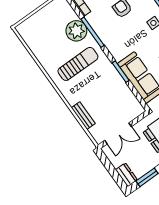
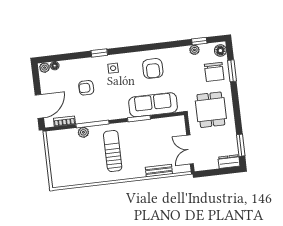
plant: (76, 31) -> (83, 132), width x0.53, depth x0.53
double door: (118, 133) -> (190, 149), swing flipped

